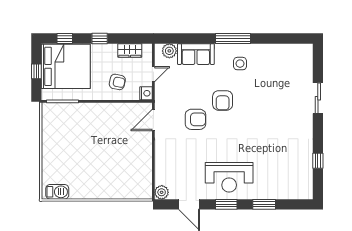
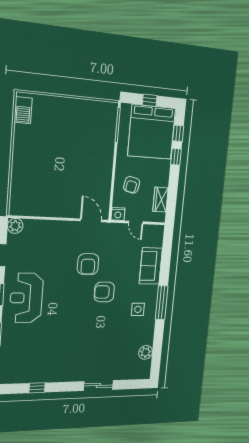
window: (100, 39) -> (176, 157), moved
plant: (169, 51) -> (146, 352), moved

